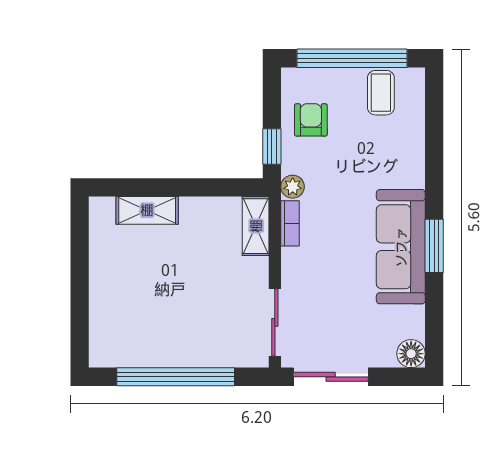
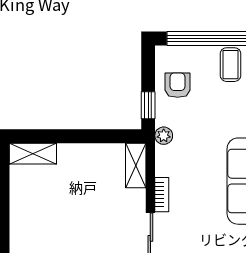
shelving: (147, 210) -> (33, 154), moved
bookcase: (290, 223) -> (162, 195), moved

